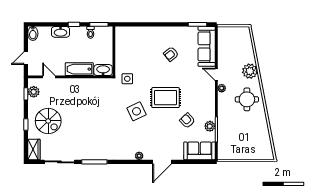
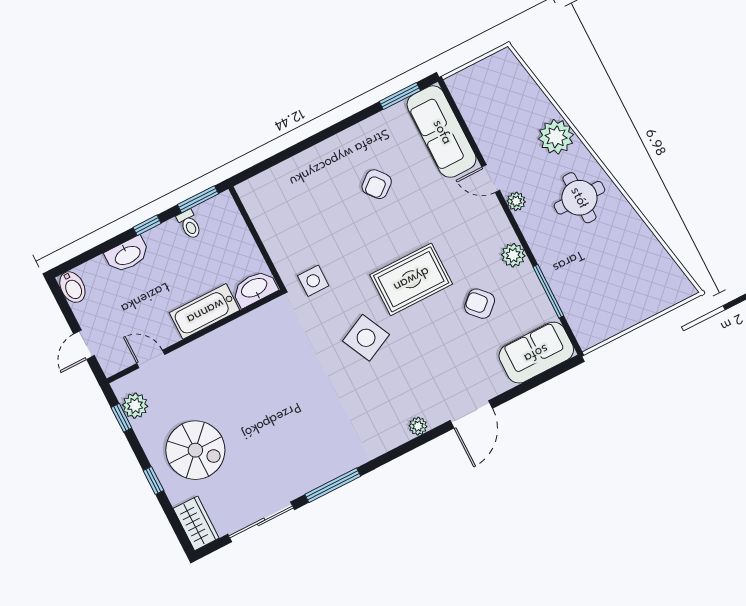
plant: (210, 126) -> (513, 255), moved

